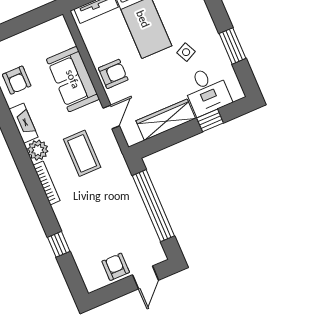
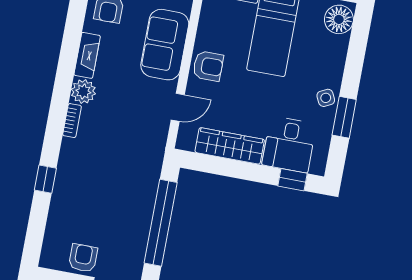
side table: (186, 52) -> (326, 98), moved
window: (210, 120) -> (293, 180), moved
coffee table: (82, 153) -> (125, 124), removed
bookcase: (47, 183) -> (72, 121), width x0.64
window: (59, 244) -> (45, 179), moved

